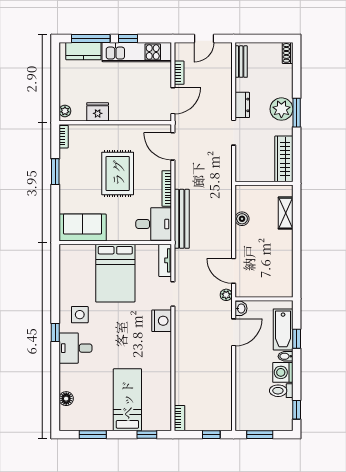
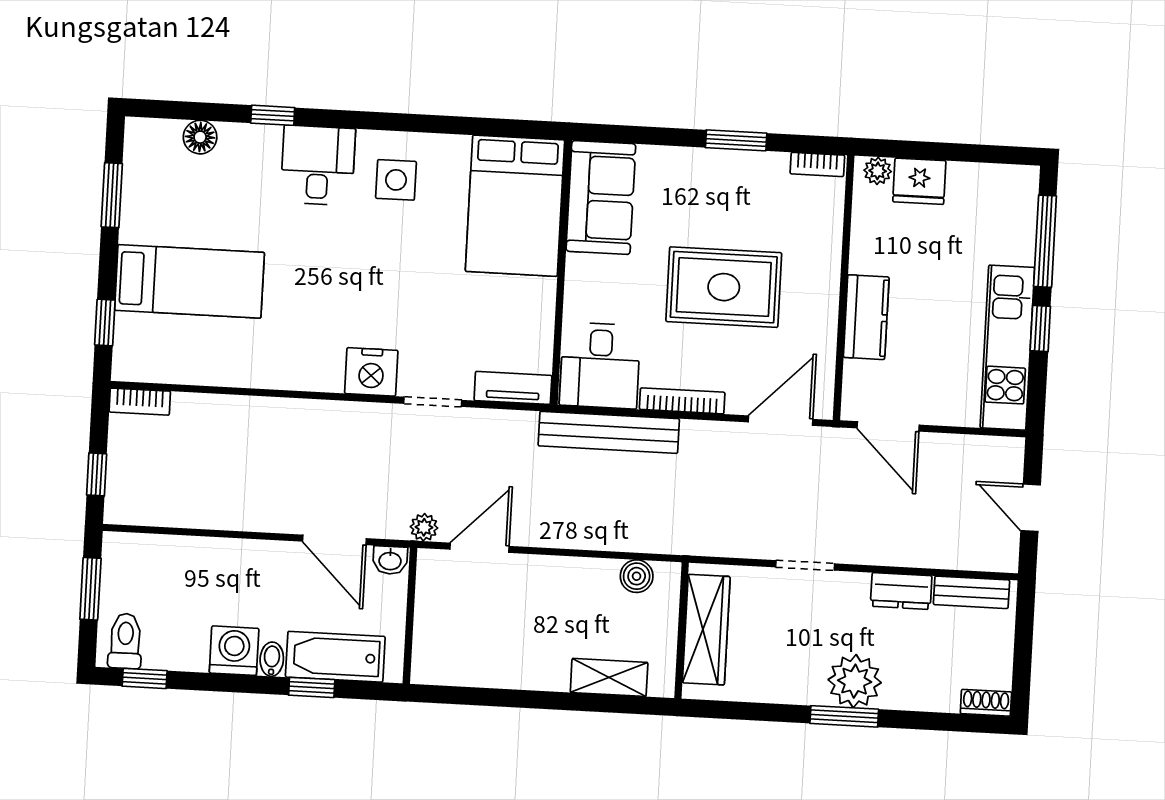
kitchen counter: (83, 51) -> (866, 317), moved, turned 180
bookcase: (179, 73) -> (953, 445), removed
dresser: (242, 105) -> (901, 591), moved
fridge: (98, 112) -> (919, 181), moved, turned 90
wardrobe: (284, 159) -> (706, 630), moved, turned 90
boiler: (242, 219) -> (637, 576), moved
bed: (115, 273) -> (515, 206), moved, turned -90
window: (55, 332) -> (273, 115), moved
toilet: (281, 391) -> (125, 641), moved

